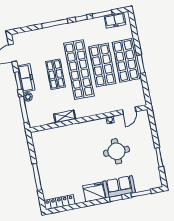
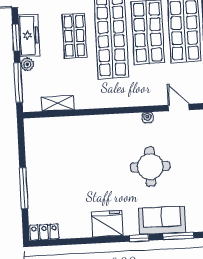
door: (129, 111) -> (179, 108), swing flipped
shelving: (65, 116) -> (58, 103), moved
sofa: (119, 187) -> (162, 220), moved
locker: (59, 202) -> (44, 232), width x0.66

